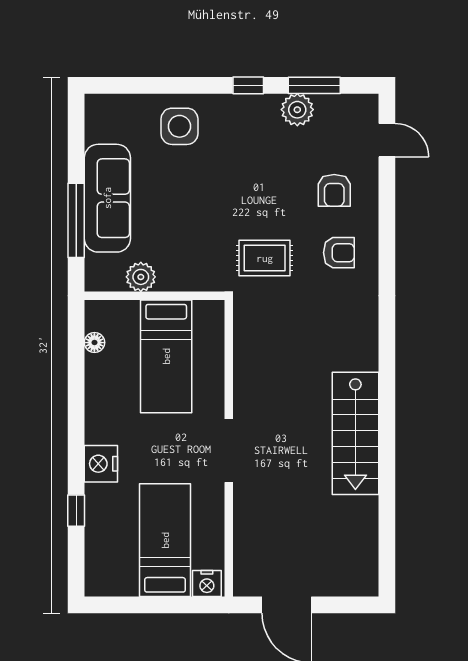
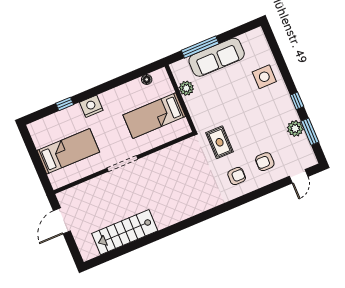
armchair: (339, 253) -> (237, 176), turned -90
stairs: (355, 433) -> (125, 232), moved
nightstand: (207, 584) -> (56, 179), removed

